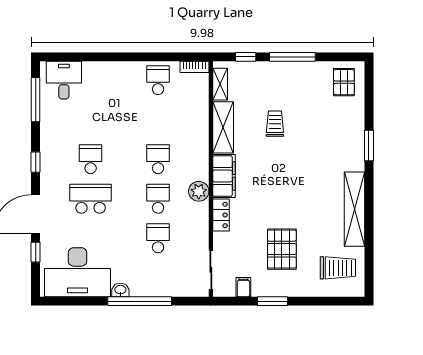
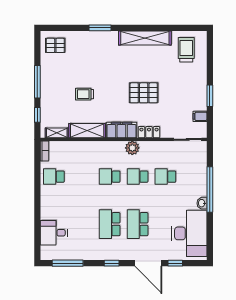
desk: (64, 80) -> (54, 233), moved
school desk: (91, 159) -> (110, 224), width x1.85
pallet: (282, 249) -> (144, 93), moved

